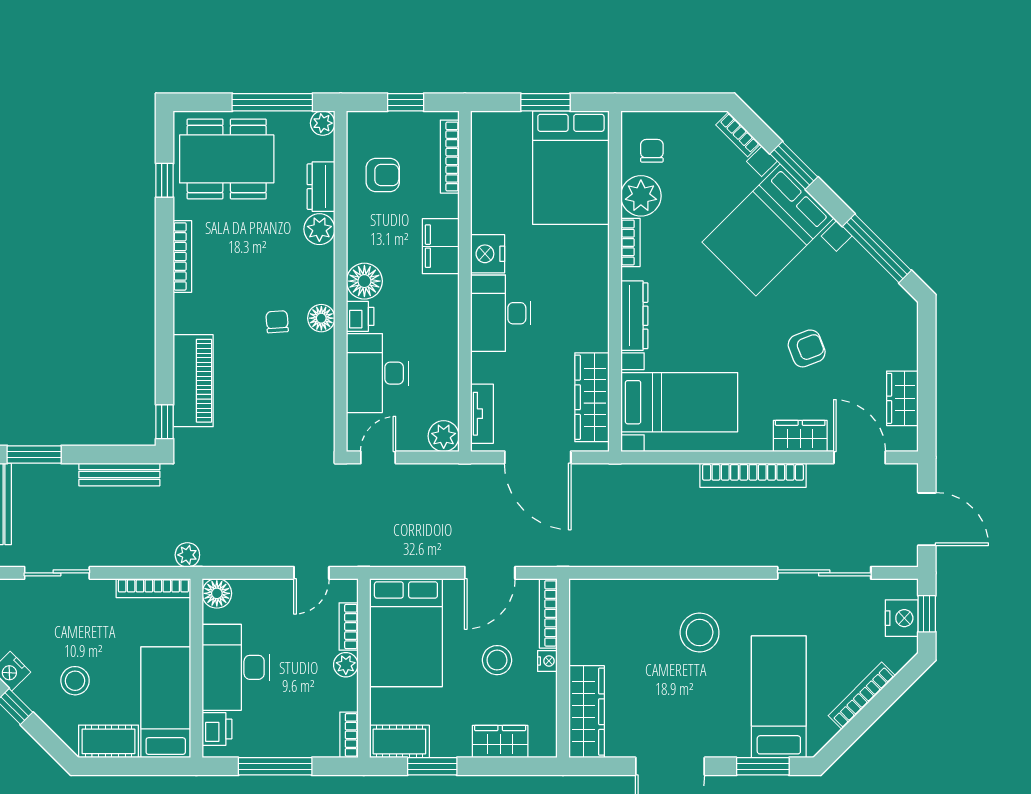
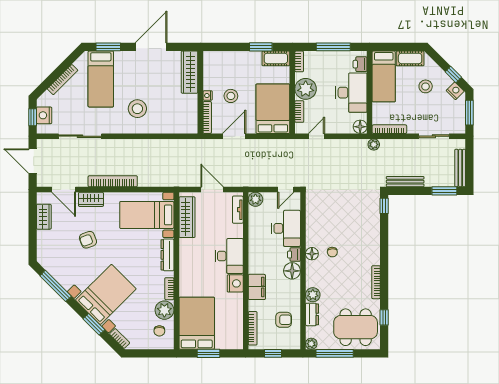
armchair: (383, 175) -> (284, 320), turned 180
piano: (193, 381) -> (371, 225), removed
door: (538, 457) -> (212, 189), width x0.73
plant: (346, 665) -> (306, 89), width x1.88, depth x1.88
wardrobe: (500, 742) -> (229, 58), removed

